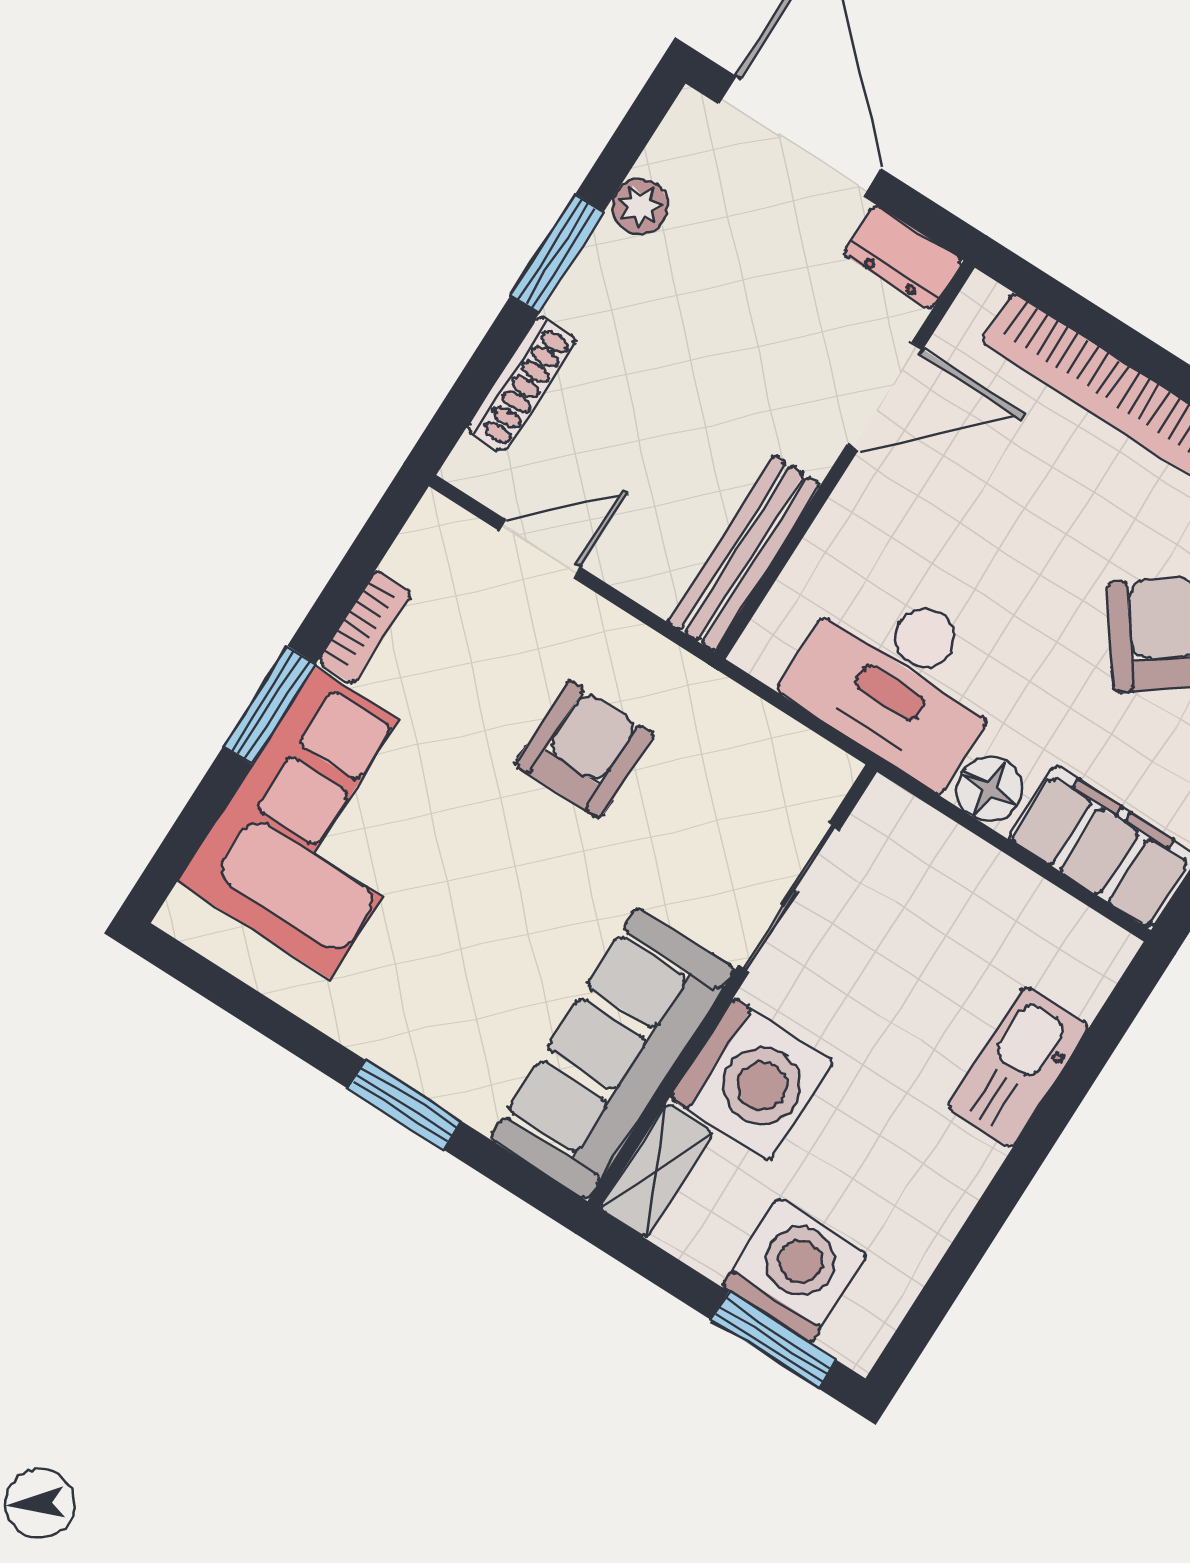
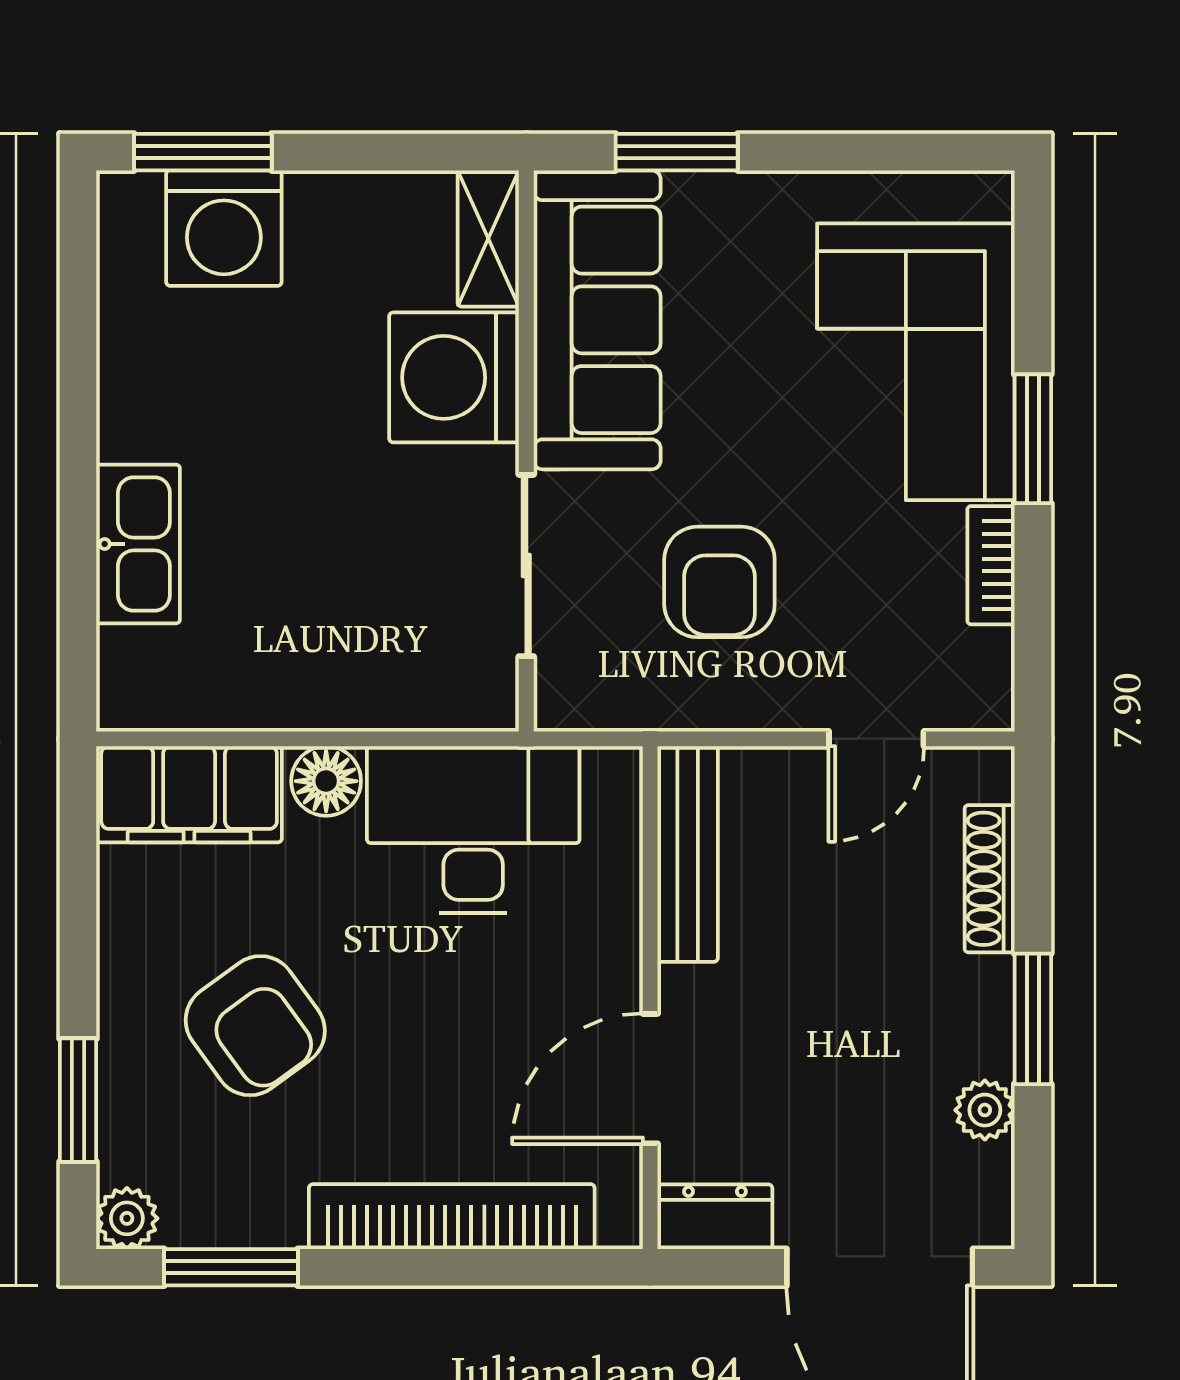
sliding door: (789, 897) -> (526, 566), moved
wall: (732, 987) -> (526, 451), moved
sofa: (612, 1054) -> (597, 320), moved
washing machine: (752, 1080) -> (454, 377), moved
shelving: (656, 1171) -> (488, 238), moved

